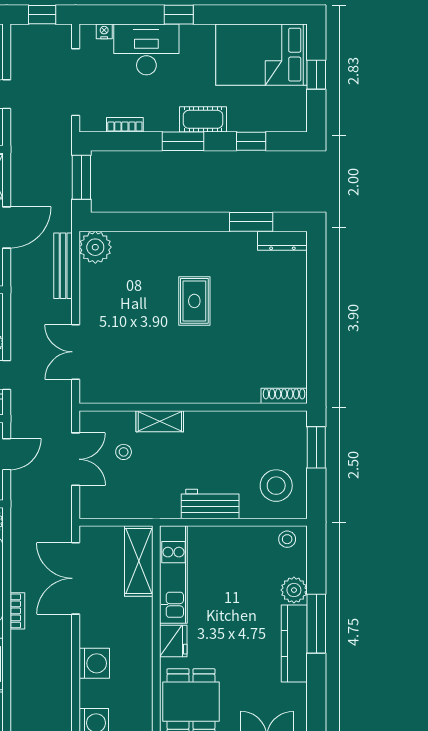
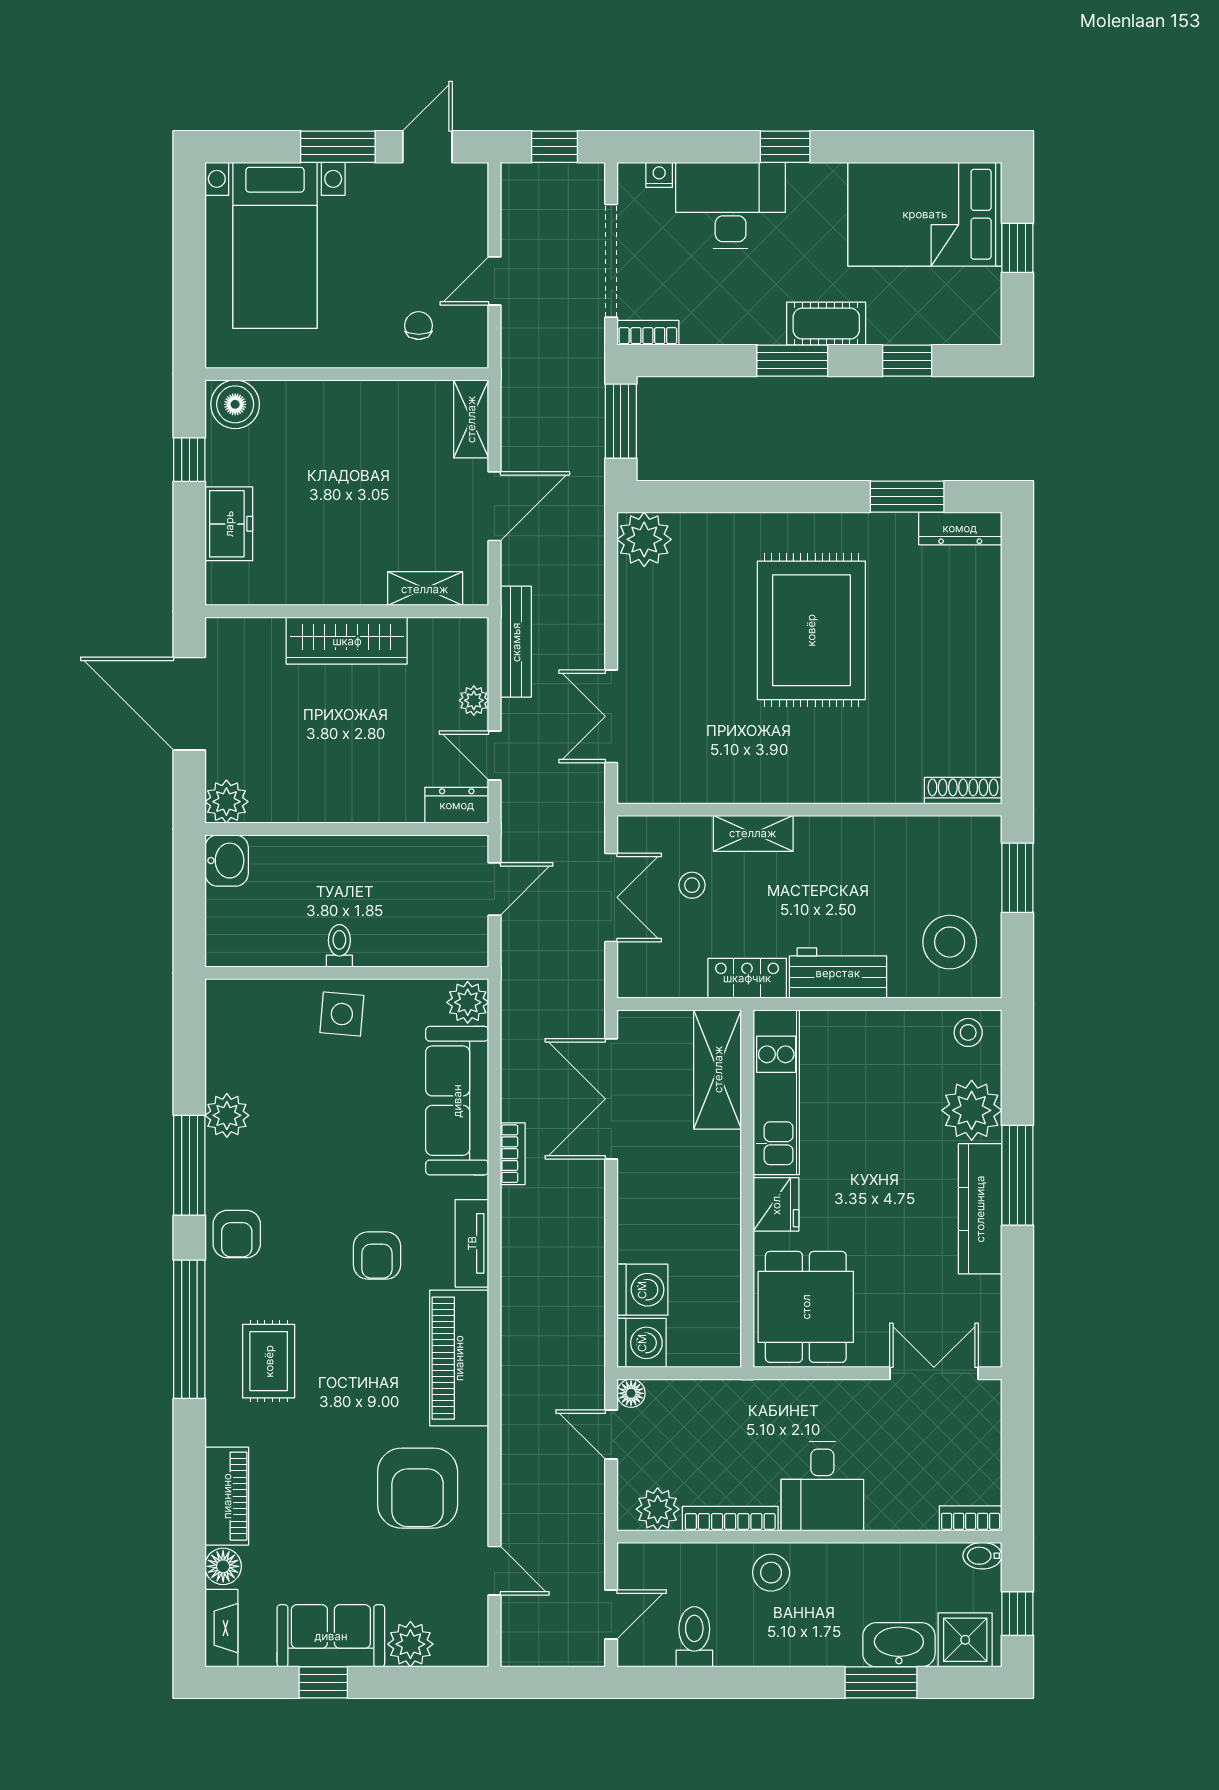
bookcase: (125, 125) -> (648, 333), moved
bench: (63, 266) -> (516, 642), moved
rug: (194, 301) -> (811, 630), width x1.86, depth x2.06
locker: (156, 507) -> (747, 978), added
plant: (294, 590) -> (972, 1110), width x1.36, depth x1.36
washing machine: (94, 663) -> (642, 1290), moved

